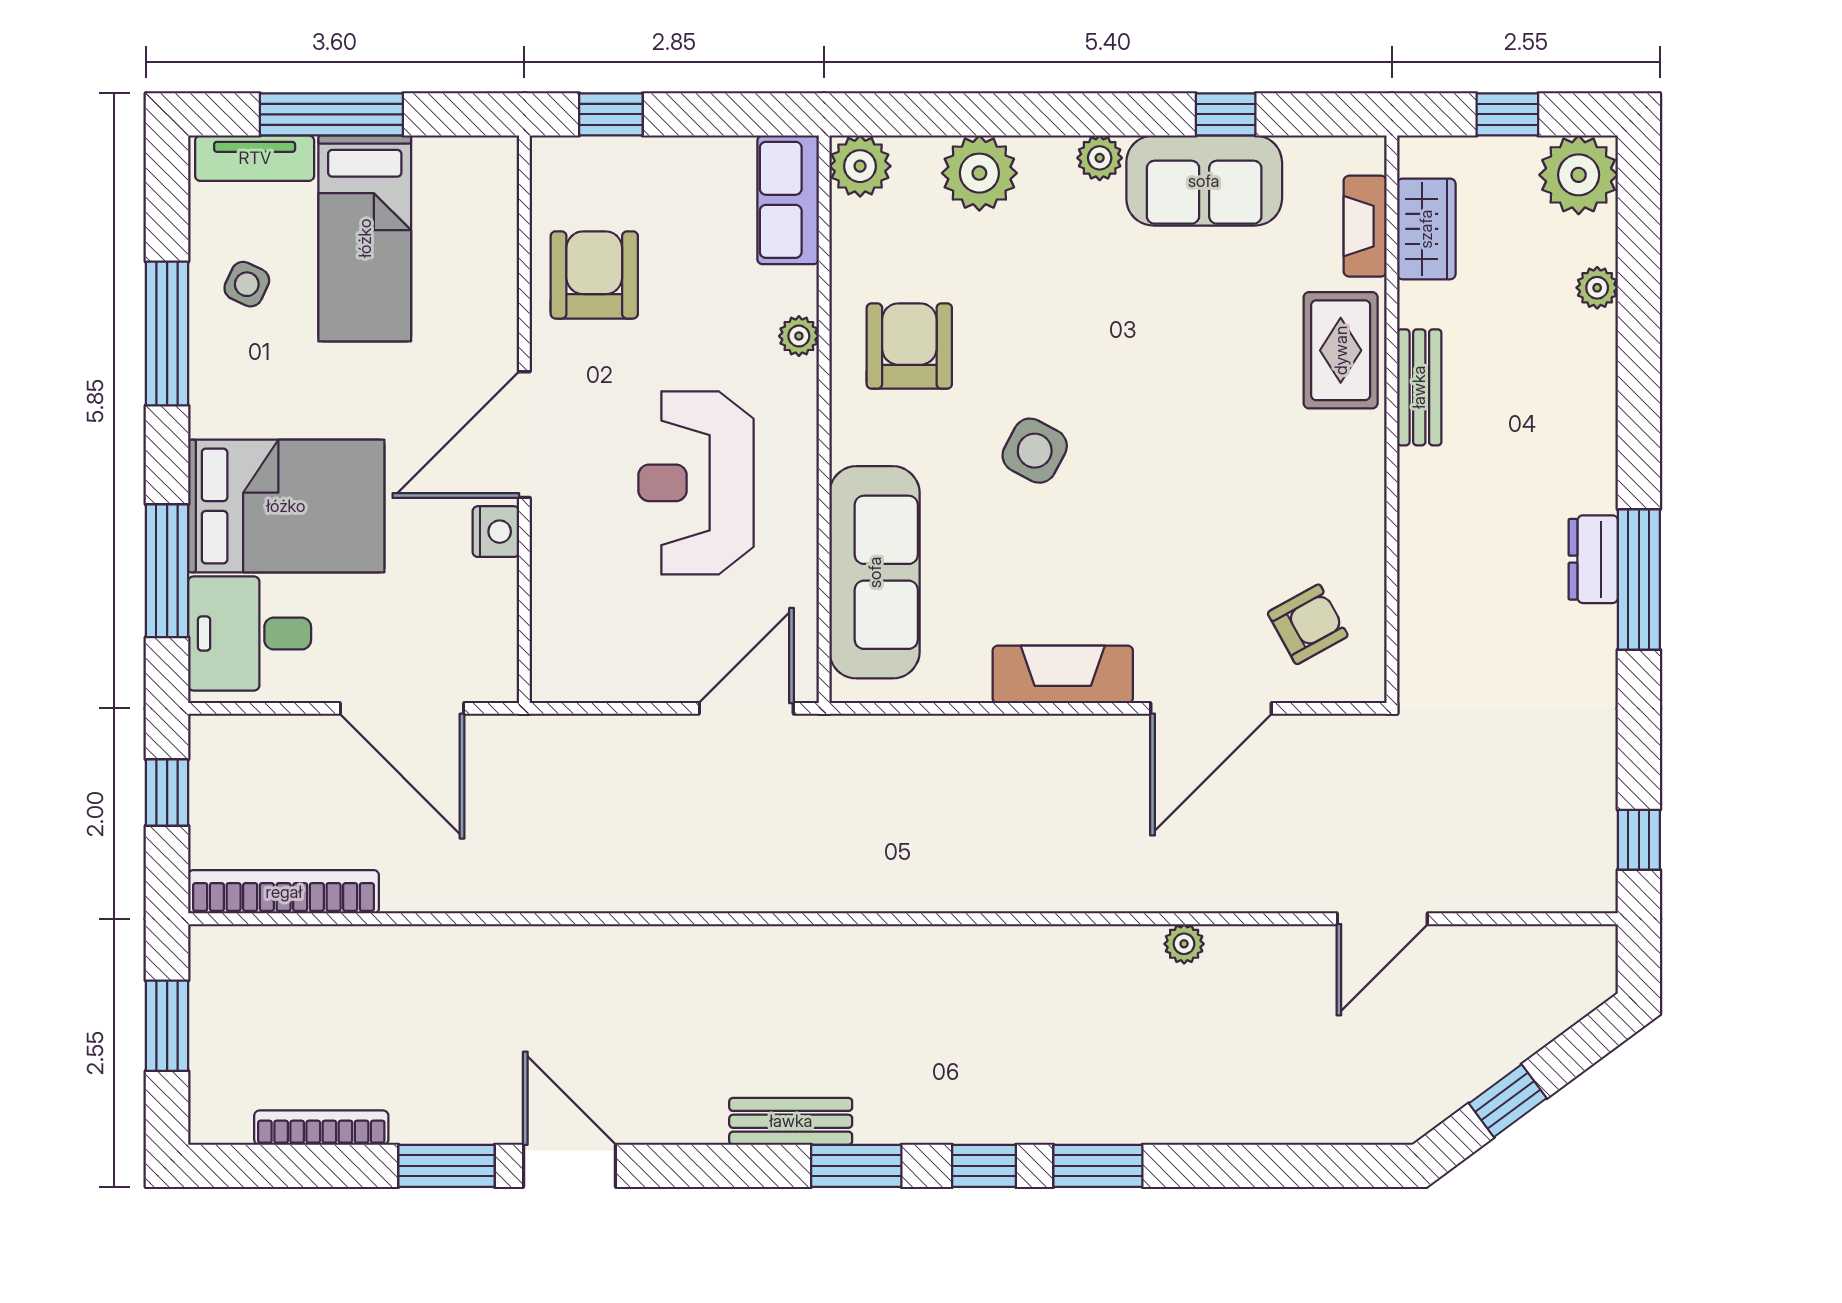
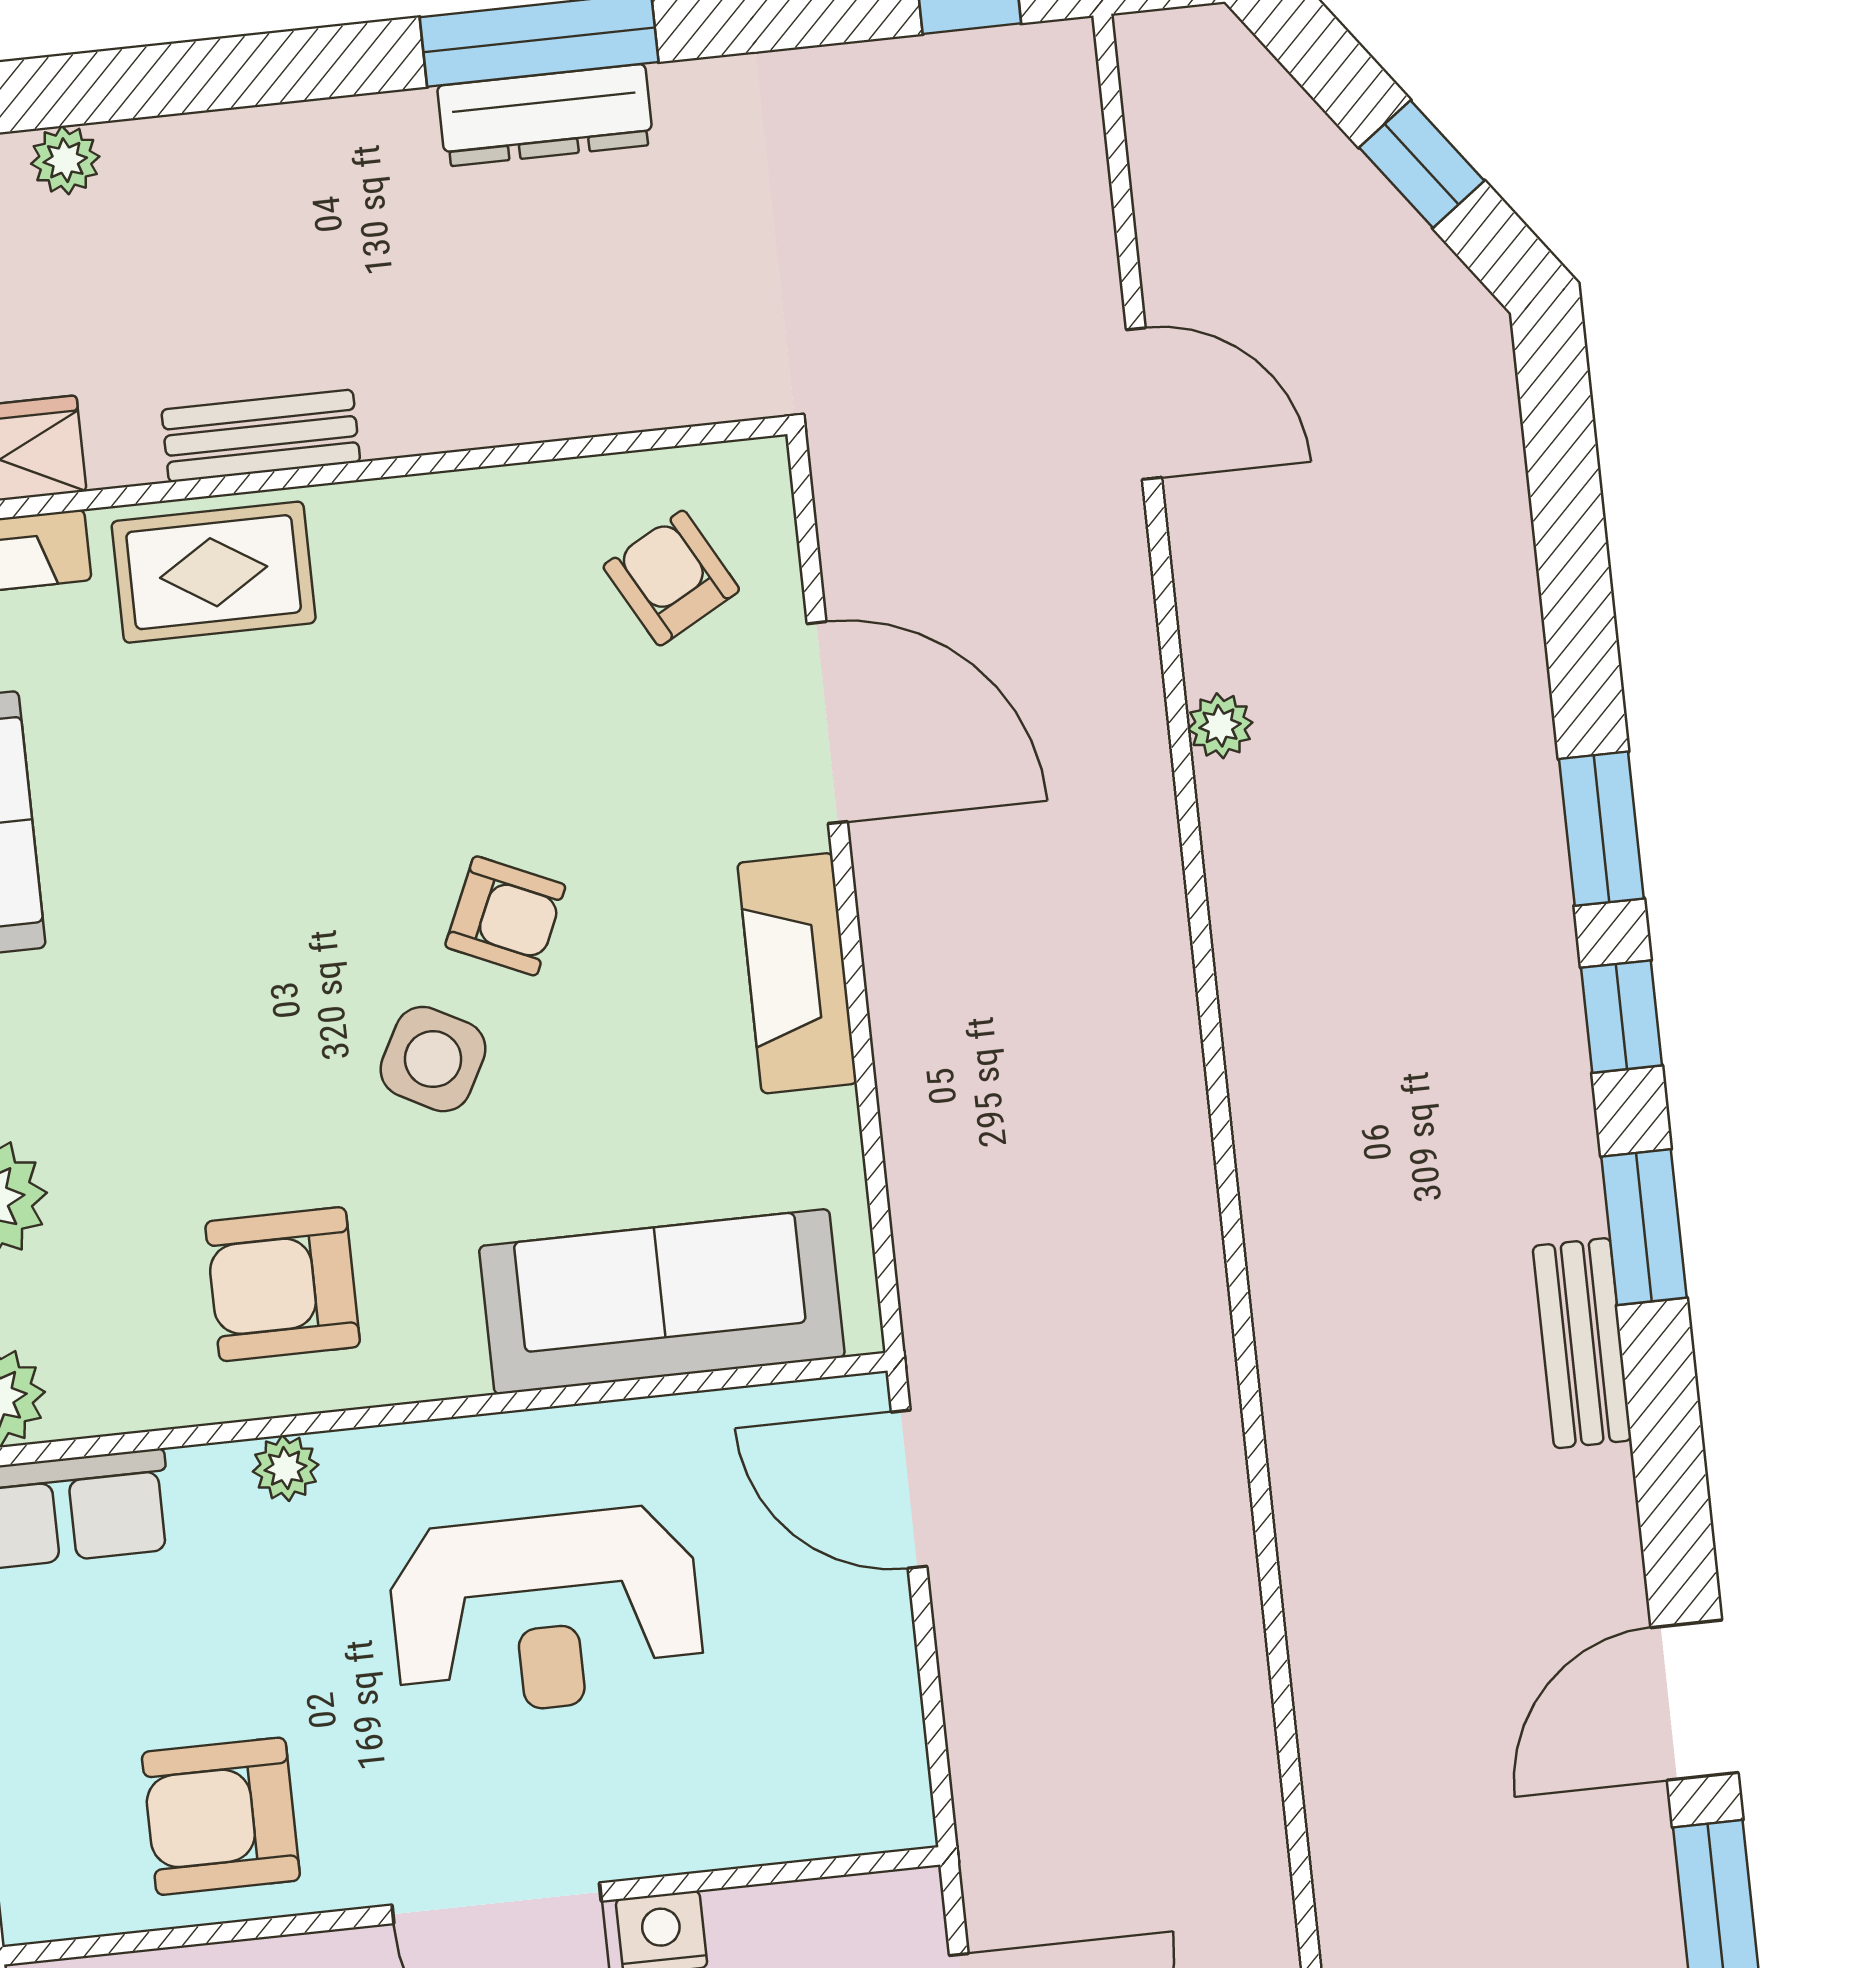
armchair: (1116, 503) -> (505, 916), added
dresser: (1593, 559) -> (545, 115), width x1.44

